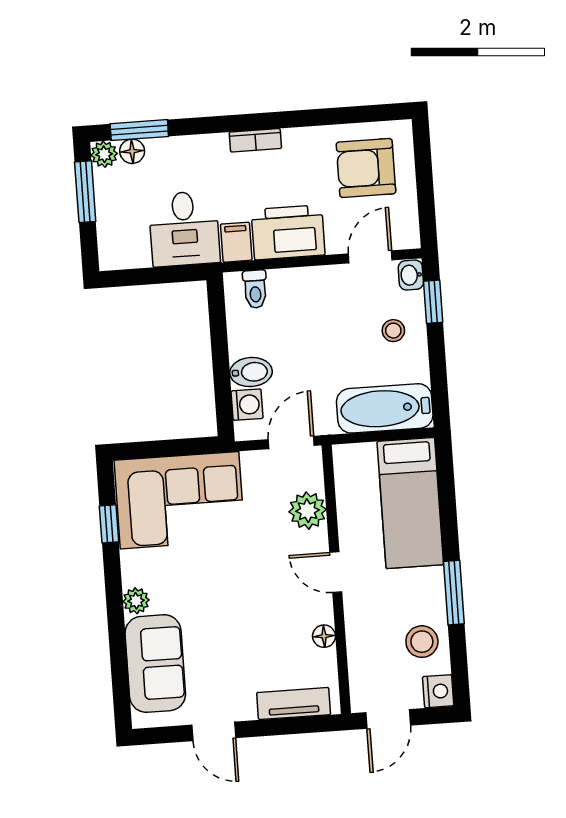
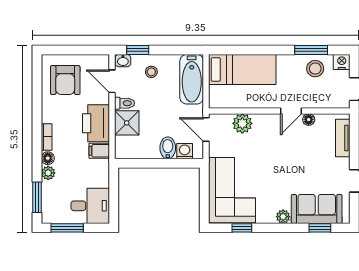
floor lamp: (132, 151) -> (48, 158), moved
plant: (104, 154) -> (48, 173), moved
desk: (184, 229) -> (90, 206), moved
toilet: (255, 289) -> (124, 103), moved
shower: (293, 291) -> (127, 123), added
door: (336, 572) -> (291, 111), moved
window: (454, 593) -> (311, 50), moved
window: (120, 672) -> (320, 228), added

